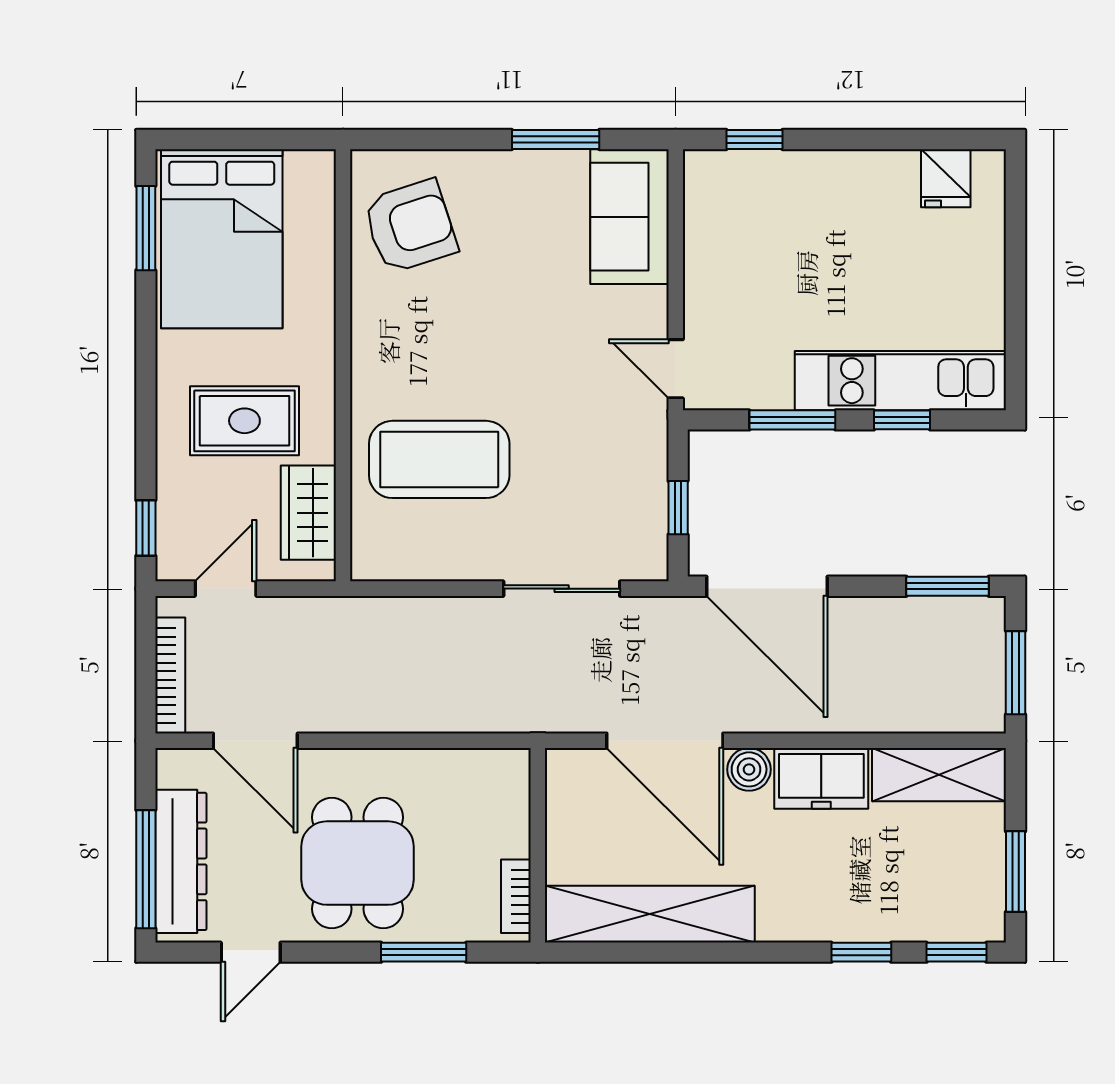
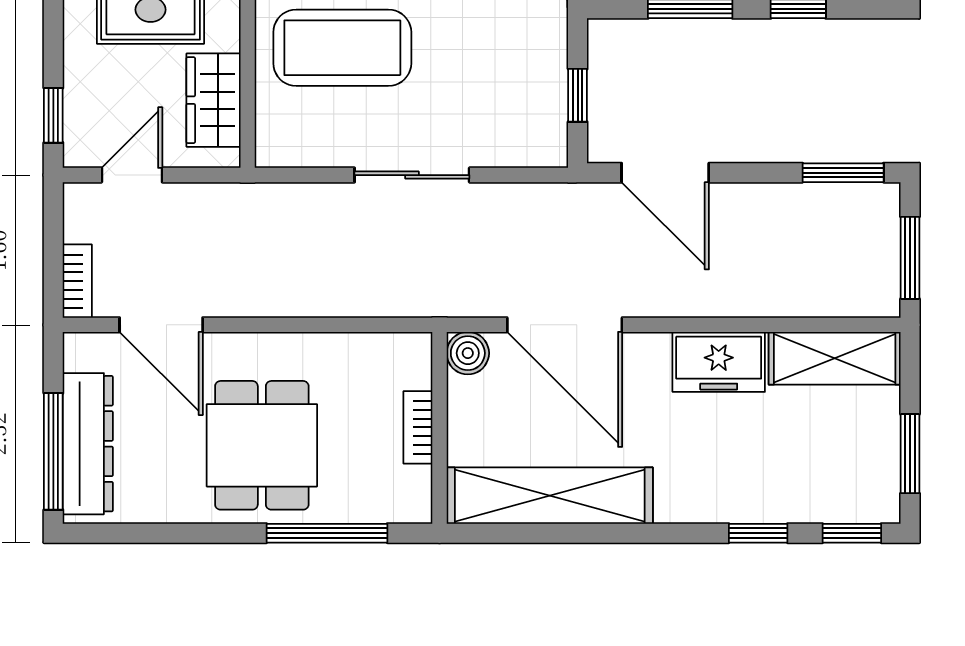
door: (767, 586) -> (665, 173), width x0.73
sliding door: (562, 589) -> (412, 175), moved
bookcase: (170, 675) -> (77, 281), width x0.64
boiler: (749, 769) -> (468, 353), moved
bookcase: (516, 896) -> (418, 427), moved
door: (251, 952) -> (157, 533), removed
window: (424, 952) -> (327, 533), width x1.44

